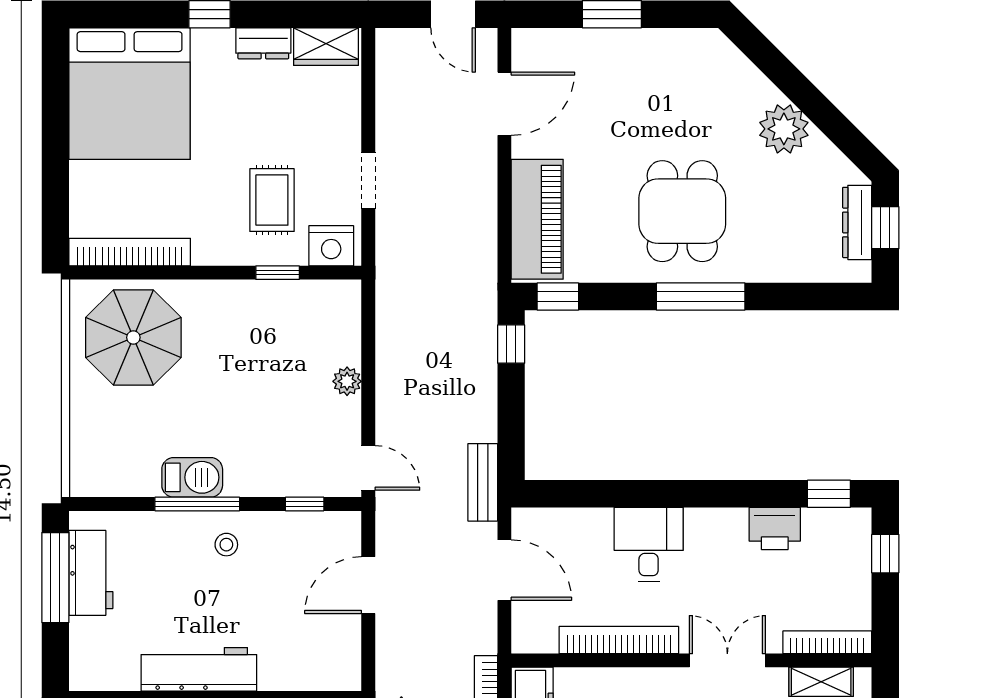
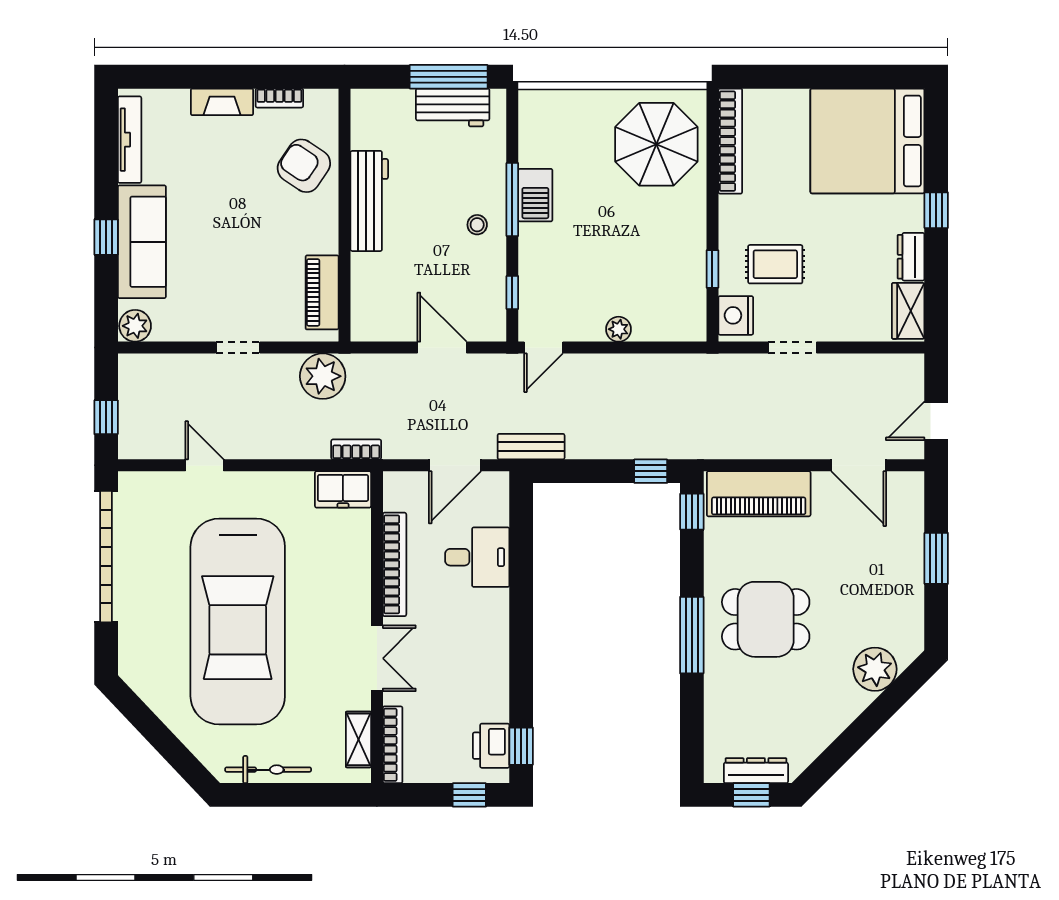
plant: (784, 129) -> (875, 669), moved
printer: (775, 528) -> (491, 746), moved
desk: (649, 545) -> (477, 557), moved

